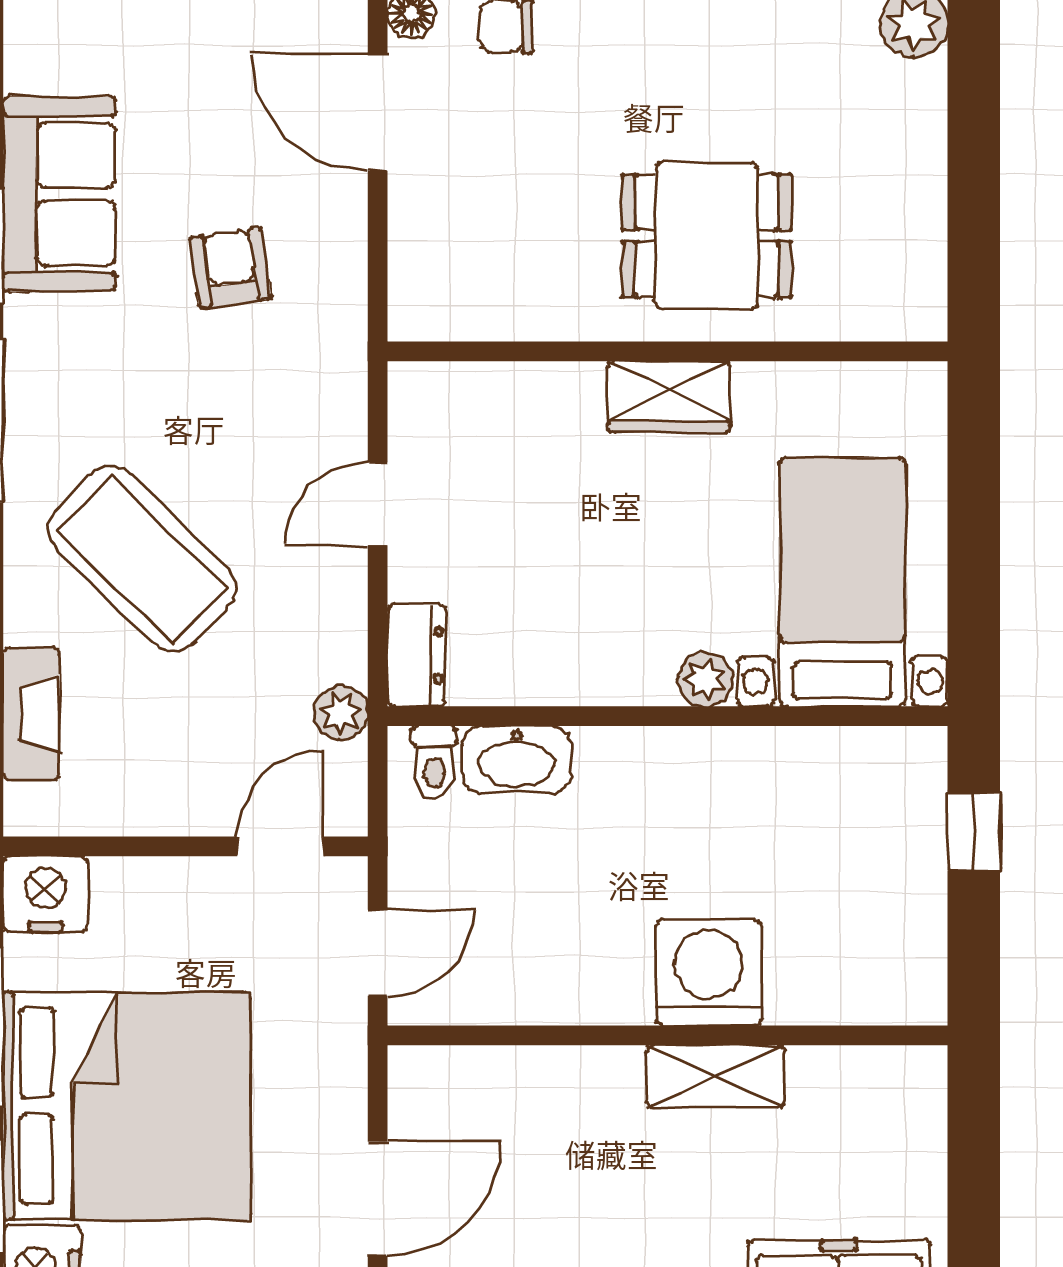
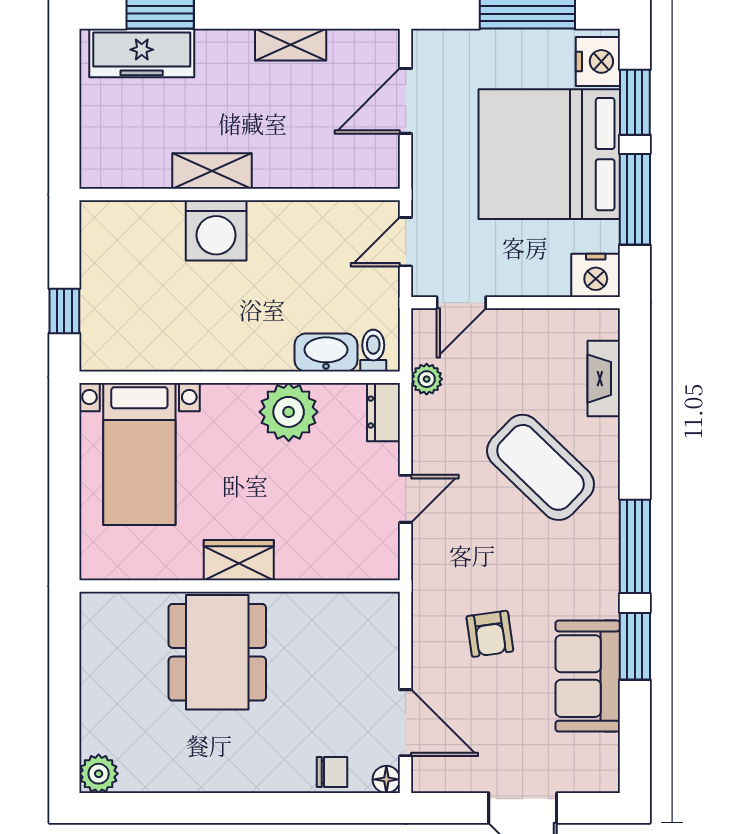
dining table: (707, 236) -> (217, 652), width x1.38
plant: (705, 679) -> (289, 412), moved, width x1.88, depth x1.88

